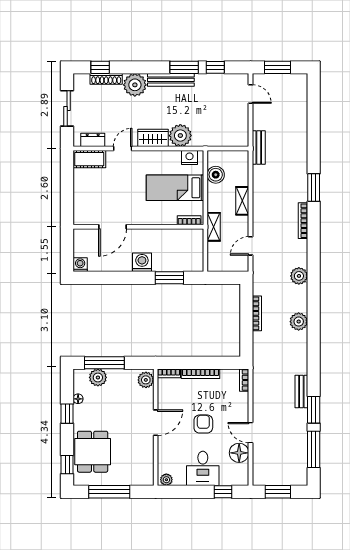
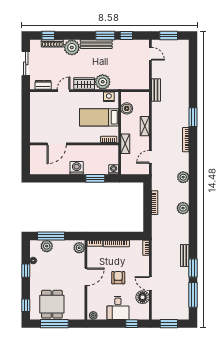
cot: (89, 159) -> (41, 98), removed
washing machine: (80, 265) -> (114, 169), moved
dining table: (93, 452) -> (52, 304), moved

